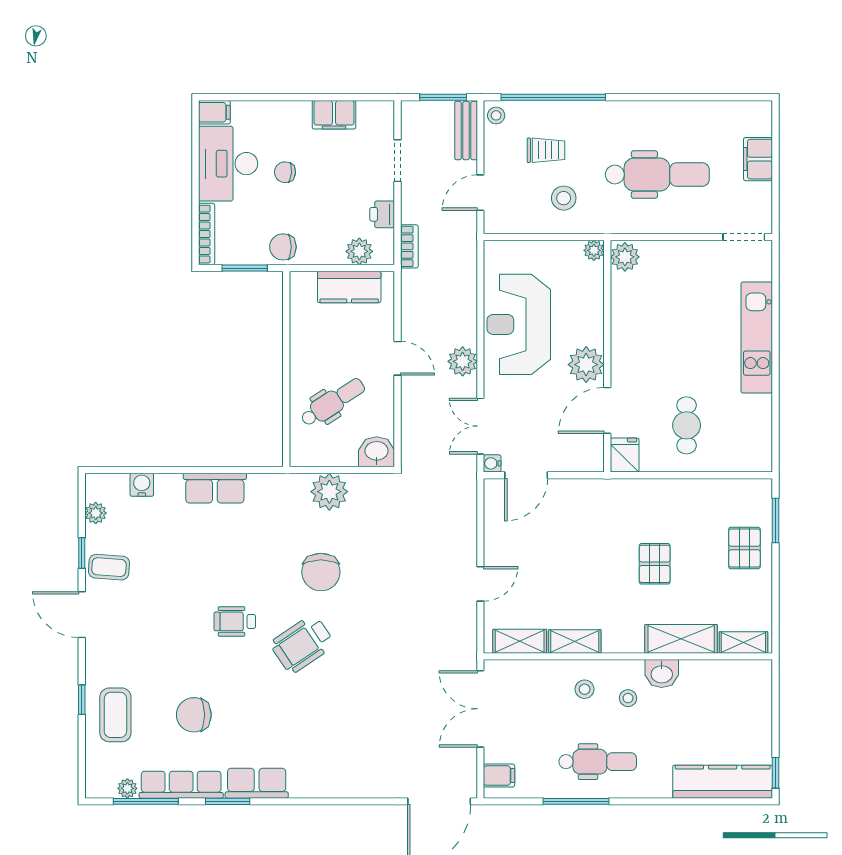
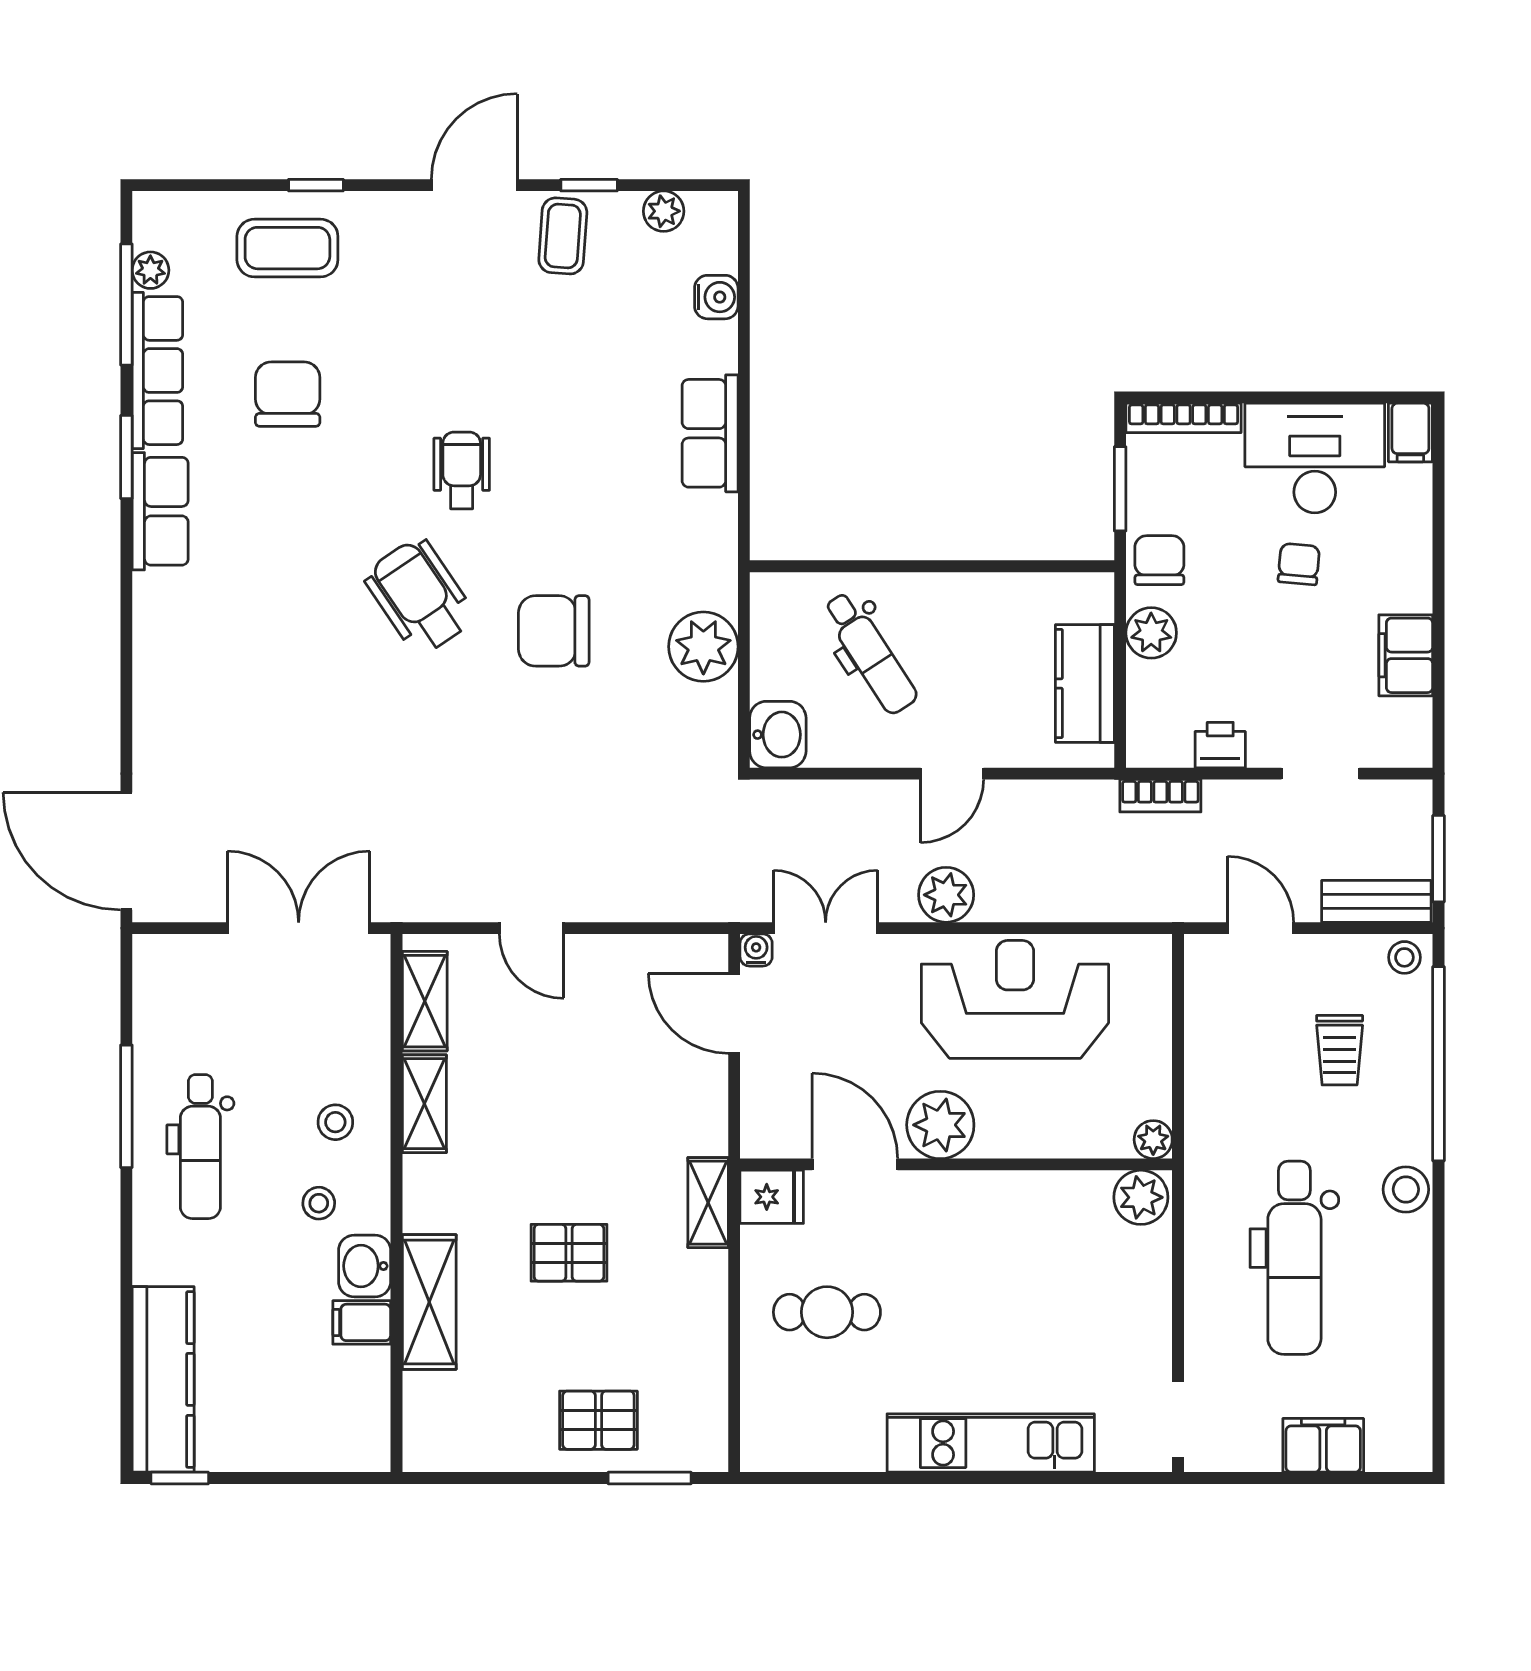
stool: (564, 198) -> (1406, 1189), moved
plant: (359, 251) -> (1151, 633), moved
shelving: (743, 642) -> (708, 1203), moved
filing cabinet: (499, 776) -> (362, 1322), moved, turned 90

